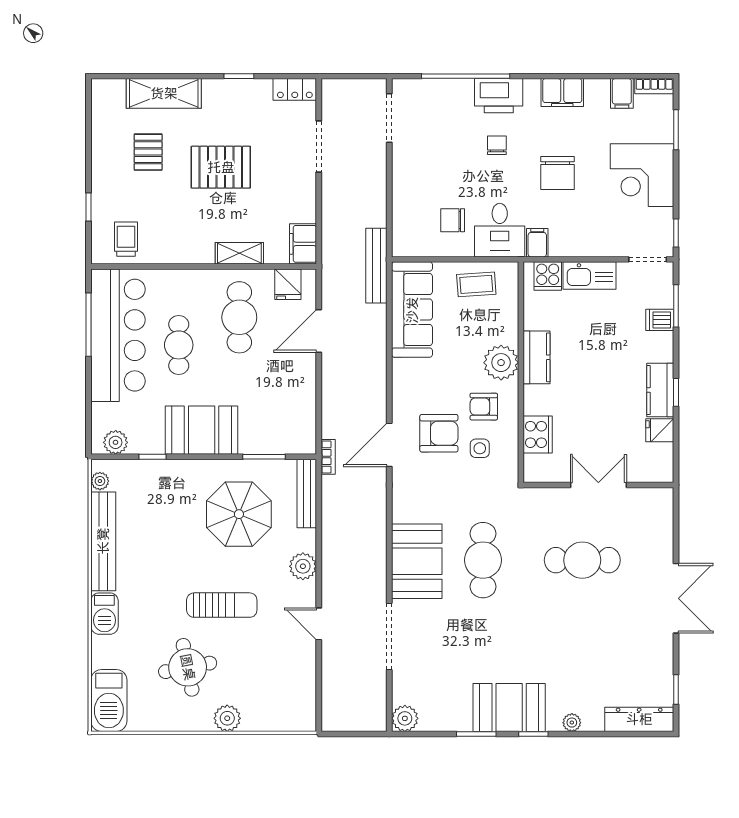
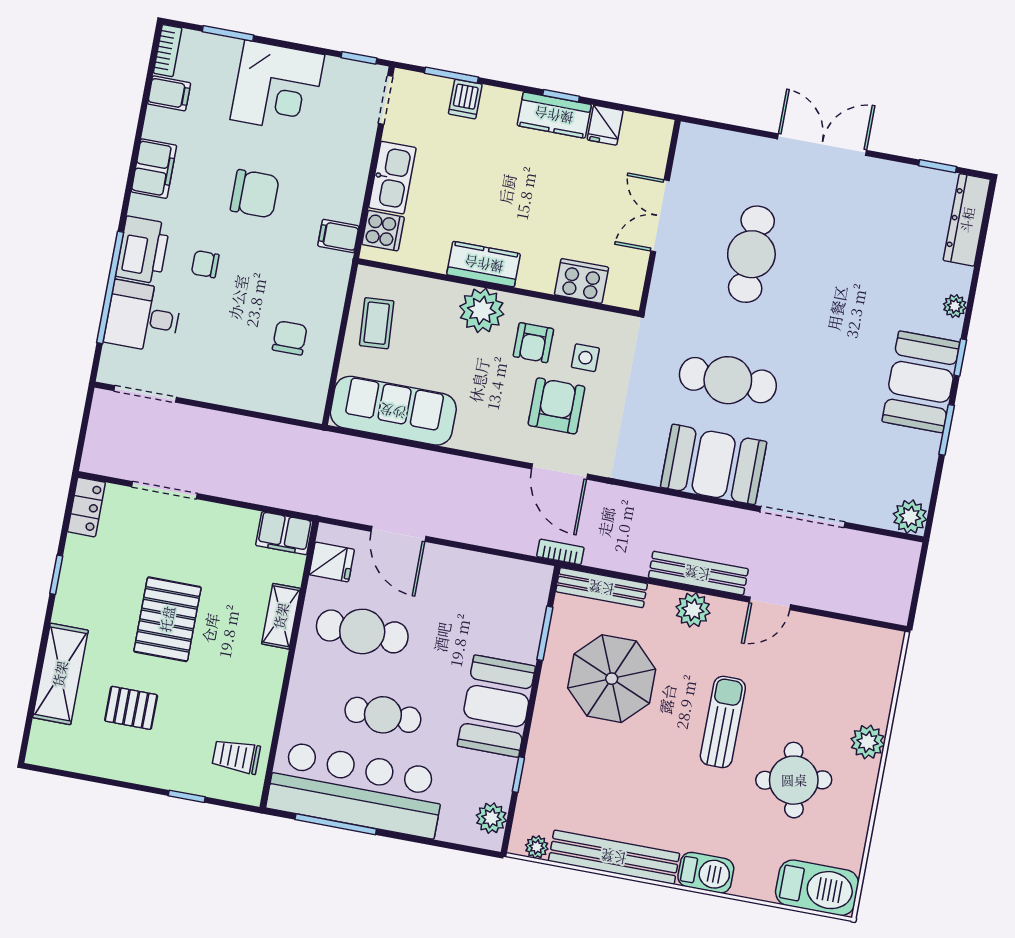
chair: (453, 220) -> (290, 338), turned 180
desk: (500, 230) -> (143, 317), moved, turned 180
bench: (376, 266) -> (698, 573), moved

